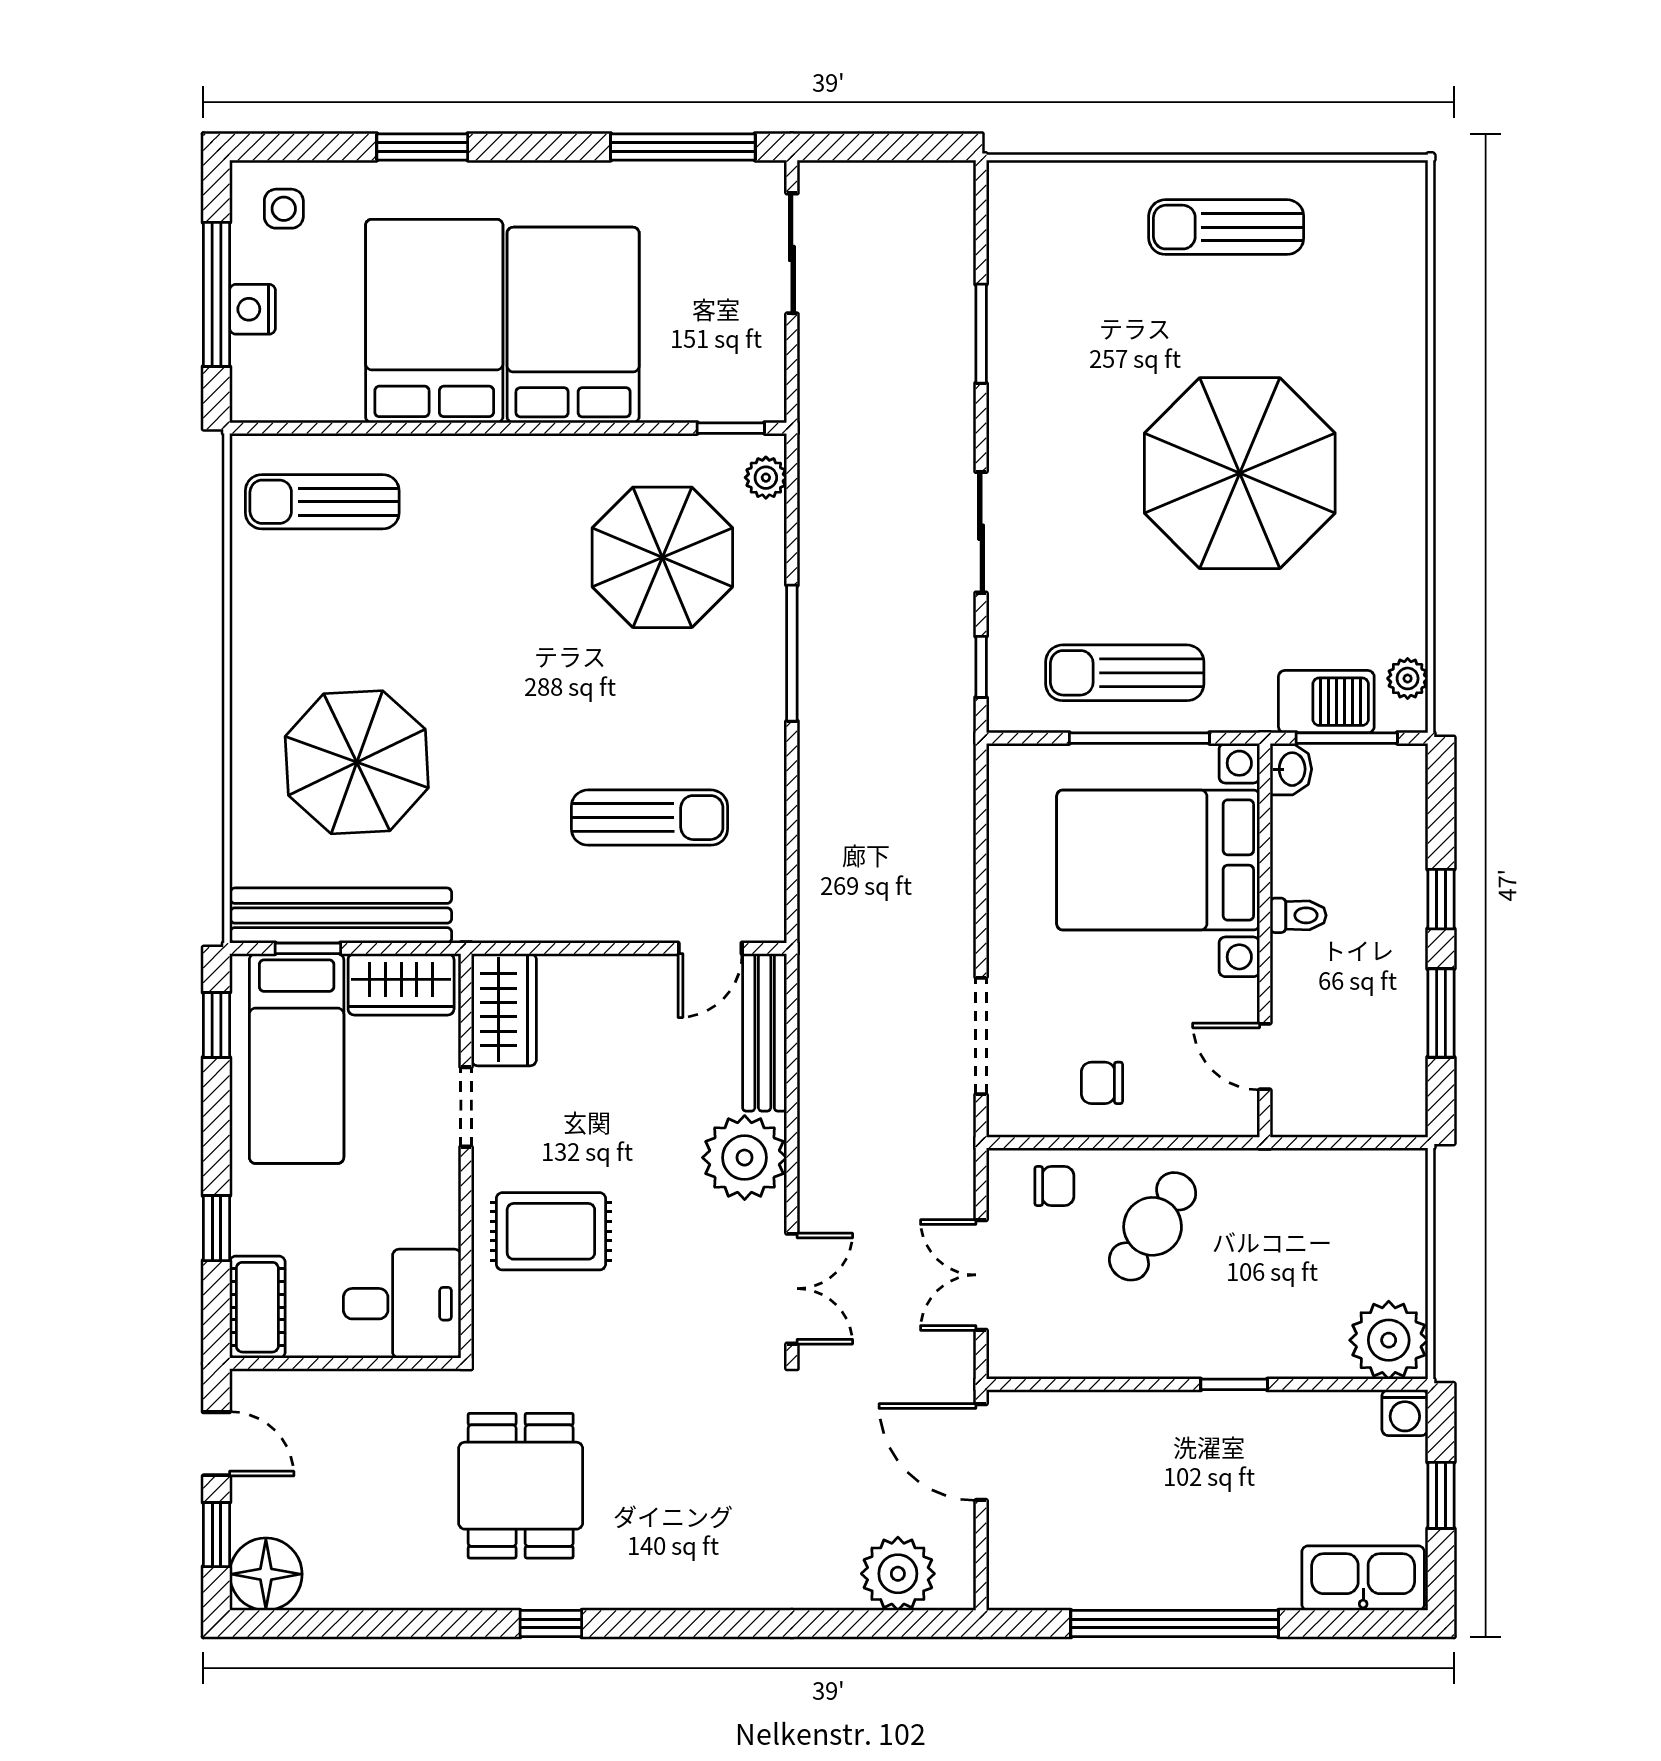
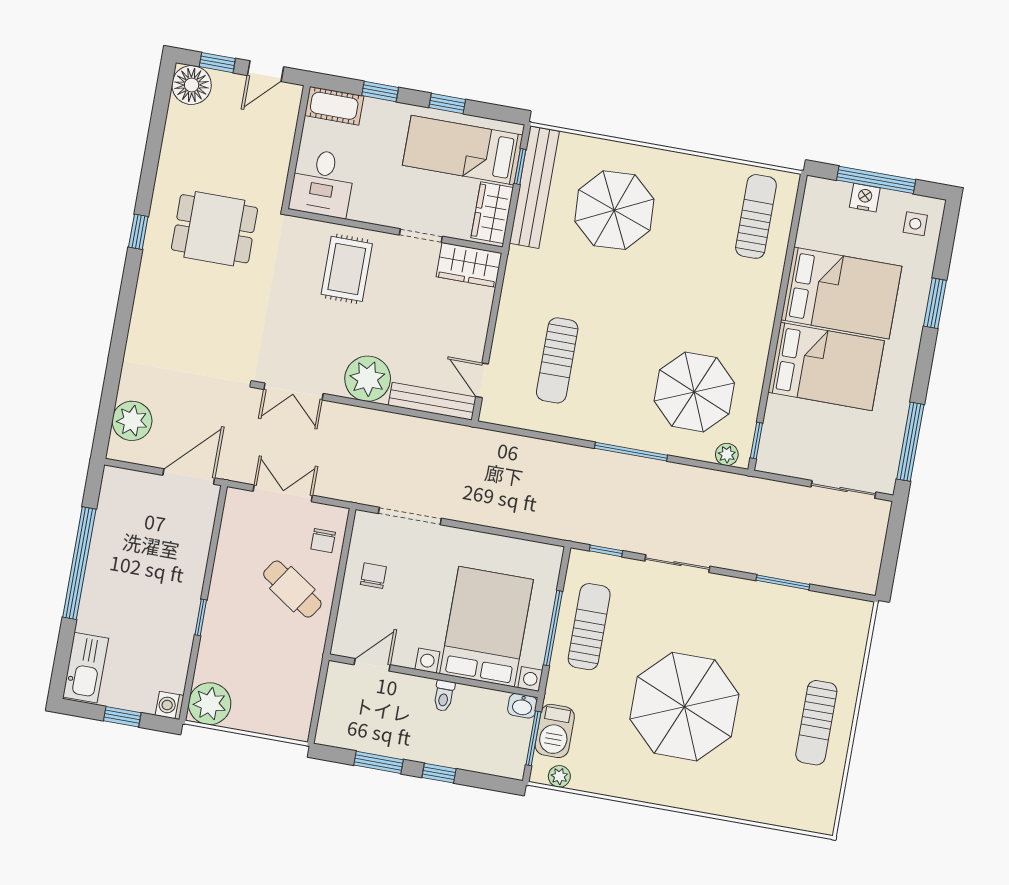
sun lounger: (1226, 227) -> (816, 723), turned 180
window: (216, 1025) -> (447, 103), moved

